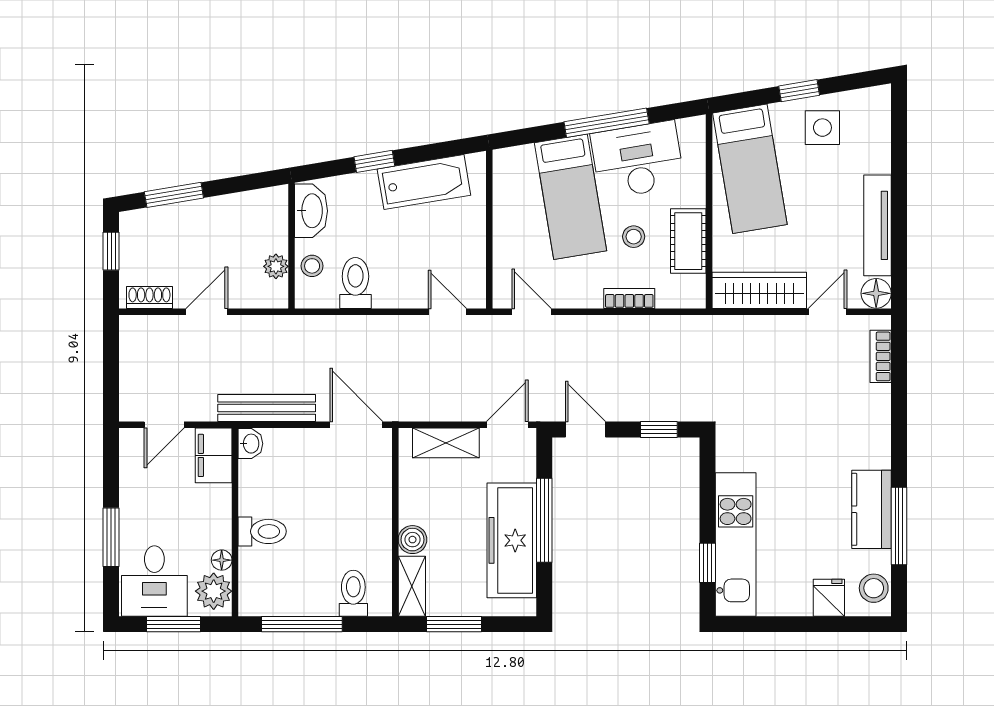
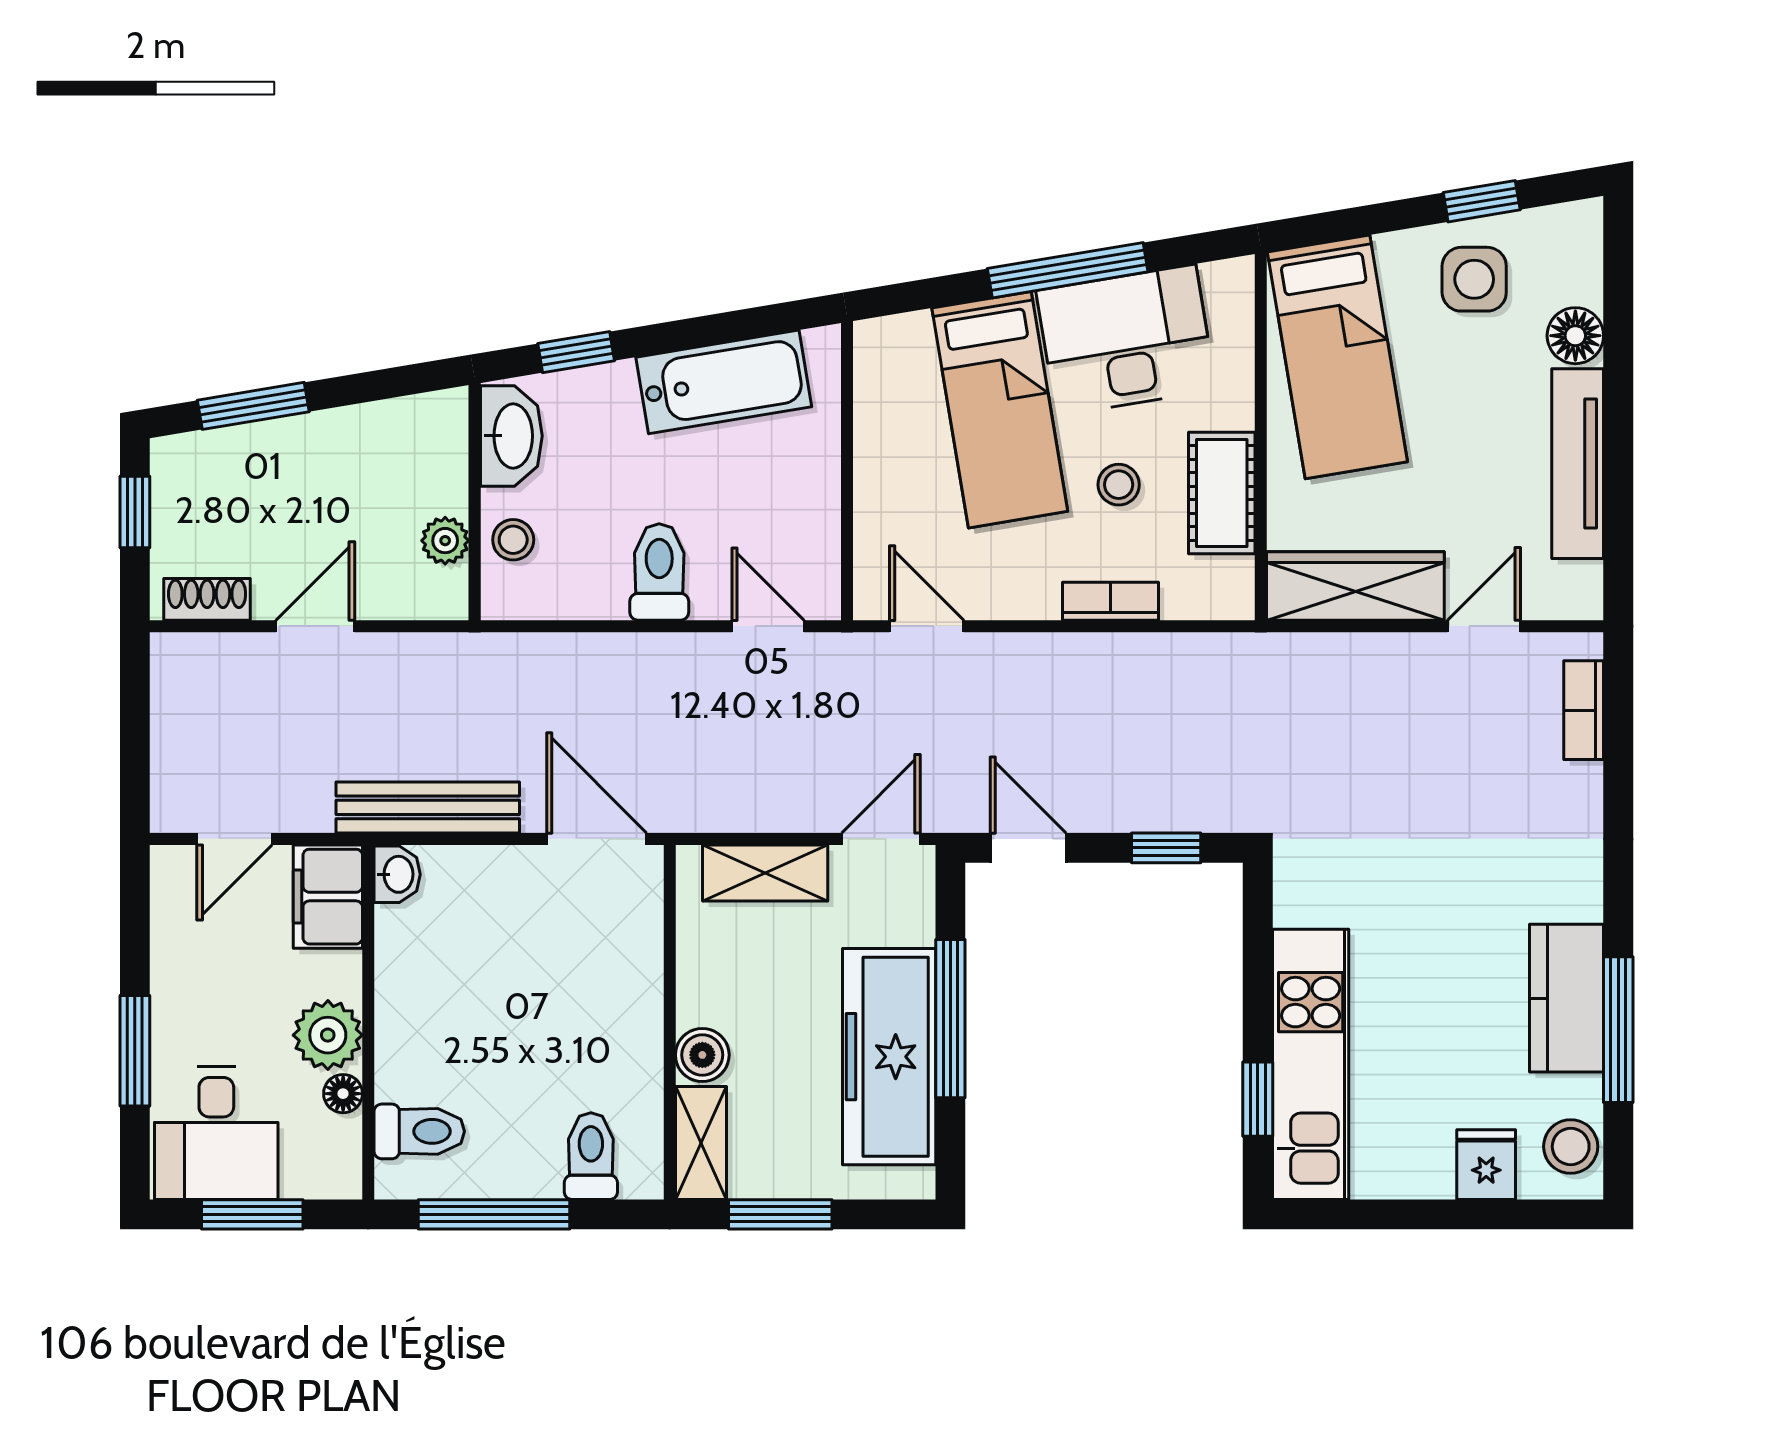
window: (799, 91) -> (1482, 201), moved
window: (374, 161) -> (576, 352), moved
toilet: (355, 283) -> (659, 572), moved
floor lamp: (876, 293) -> (1575, 336), moved
toilet: (262, 531) -> (419, 1131), moved
plant: (214, 591) -> (328, 1035), moved

